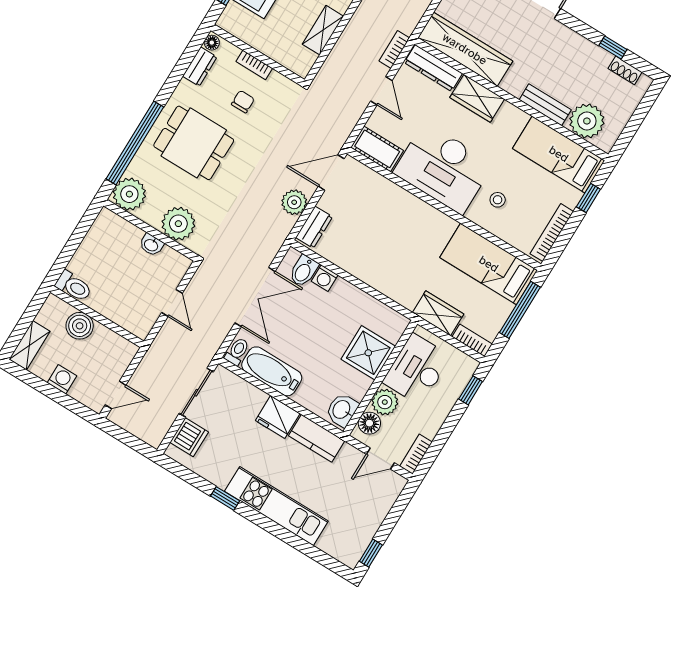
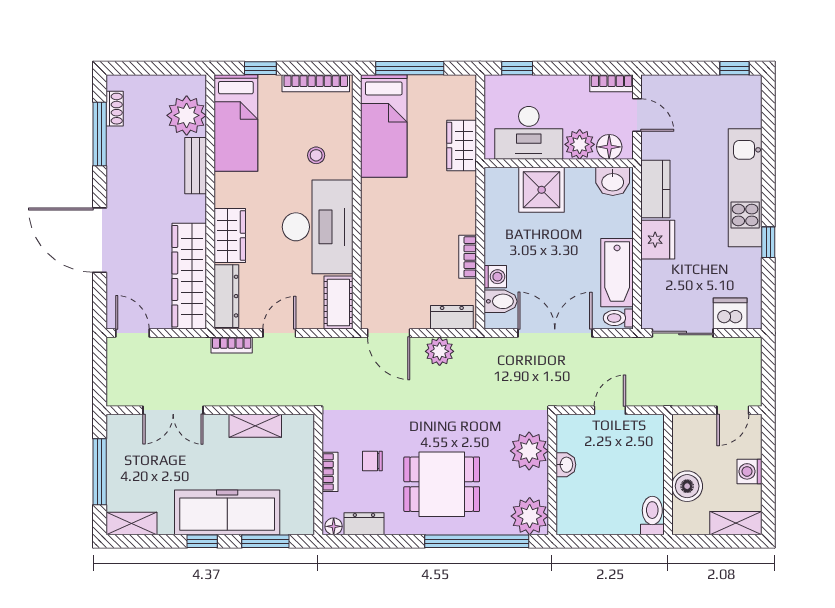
window: (613, 47) -> (100, 134), width x2.17
dining table: (194, 143) -> (442, 484), turned 90
bookcase: (472, 340) -> (468, 257), moved
door: (116, 395) -> (733, 410), swing flipped

